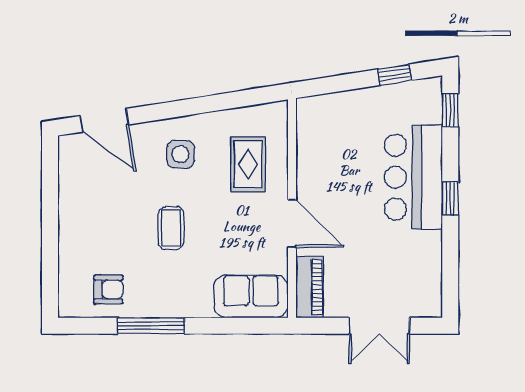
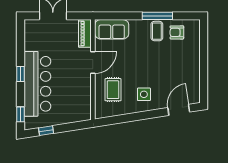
door: (104, 120) -> (179, 110), hinge flipped
bar counter: (413, 177) -> (37, 84), width x1.36
door: (292, 224) -> (93, 63), swing flipped
coffee table: (171, 228) -> (157, 31), moved

